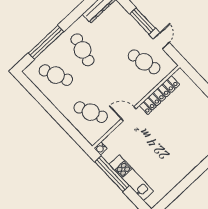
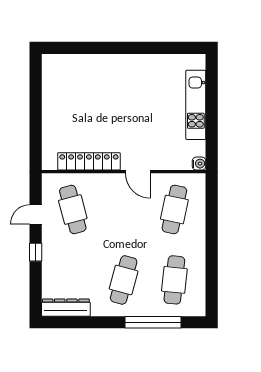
window: (143, 21) -> (36, 252), width x0.46
cafe table: (56, 75) -> (174, 280), turned 30
cafe table: (91, 112) -> (174, 209), turned 36
window: (112, 174) -> (212, 127), removed

